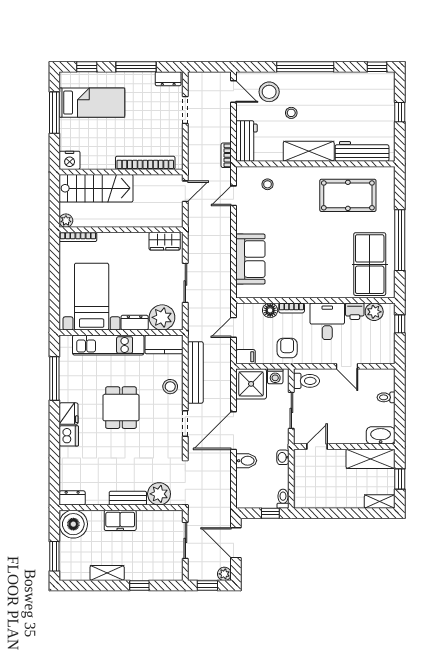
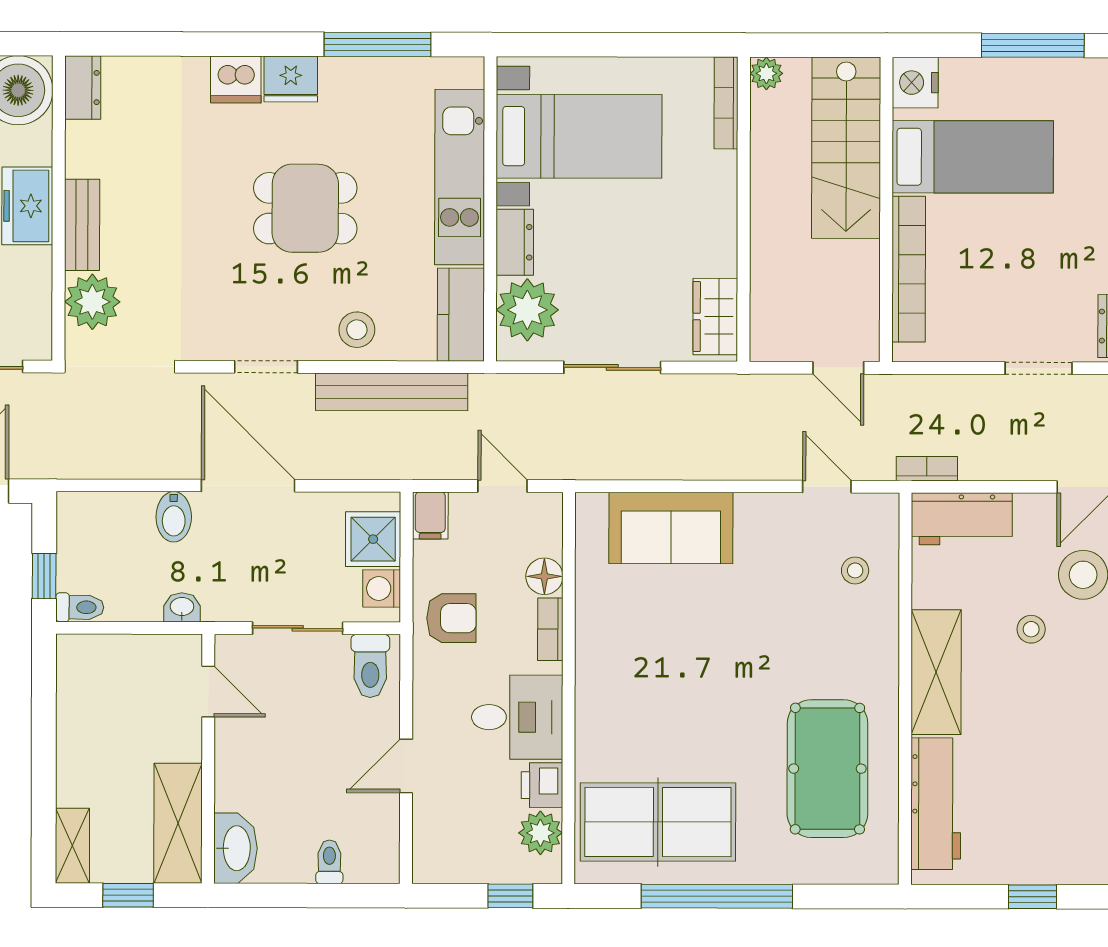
bed: (92, 103) -> (973, 157), moved, turned -90
shower: (251, 384) -> (373, 539), width x0.73, depth x0.73

